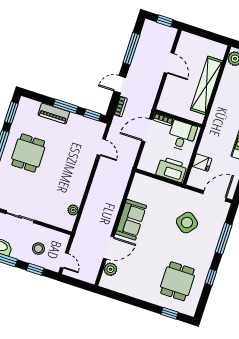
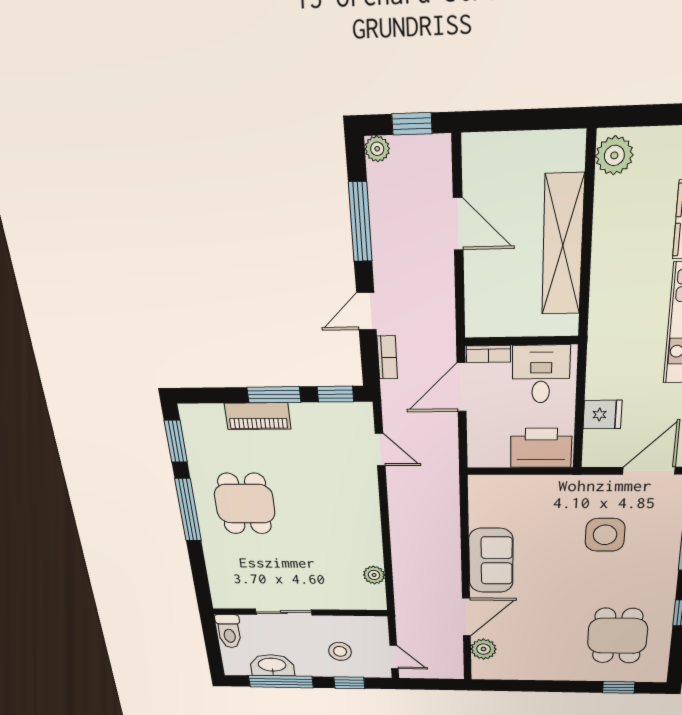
plant: (148, 25) -> (377, 149), added
side table: (187, 223) -> (605, 535), turned -38

